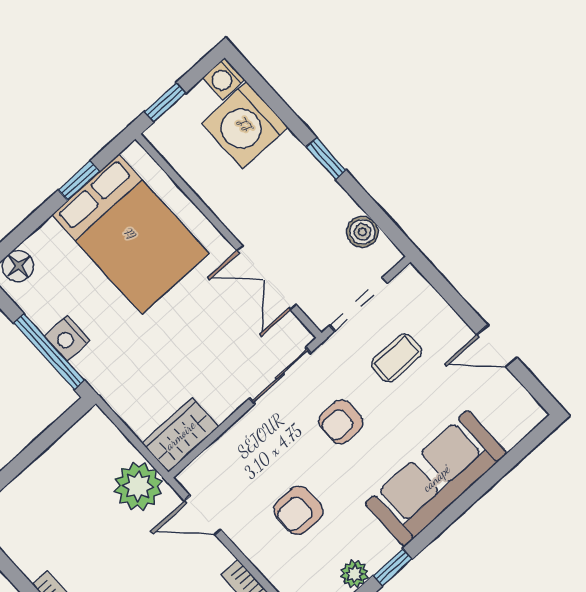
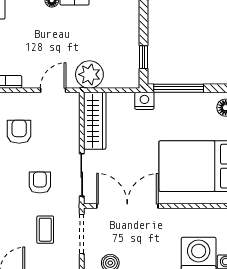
double door: (267, 278) -> (127, 206), width x1.37
nightstand: (67, 338) -> (144, 101), moved
wardrobe: (180, 435) -> (95, 121), width x1.50
window: (50, 436) -> (144, 57), added

